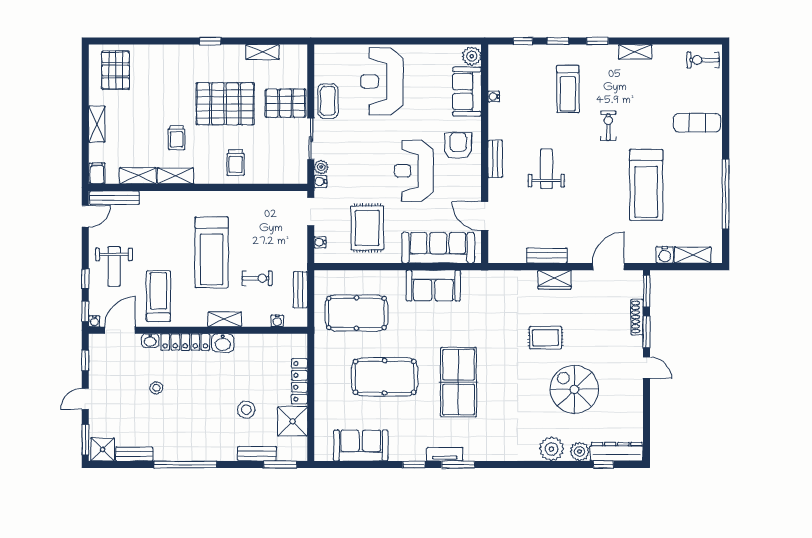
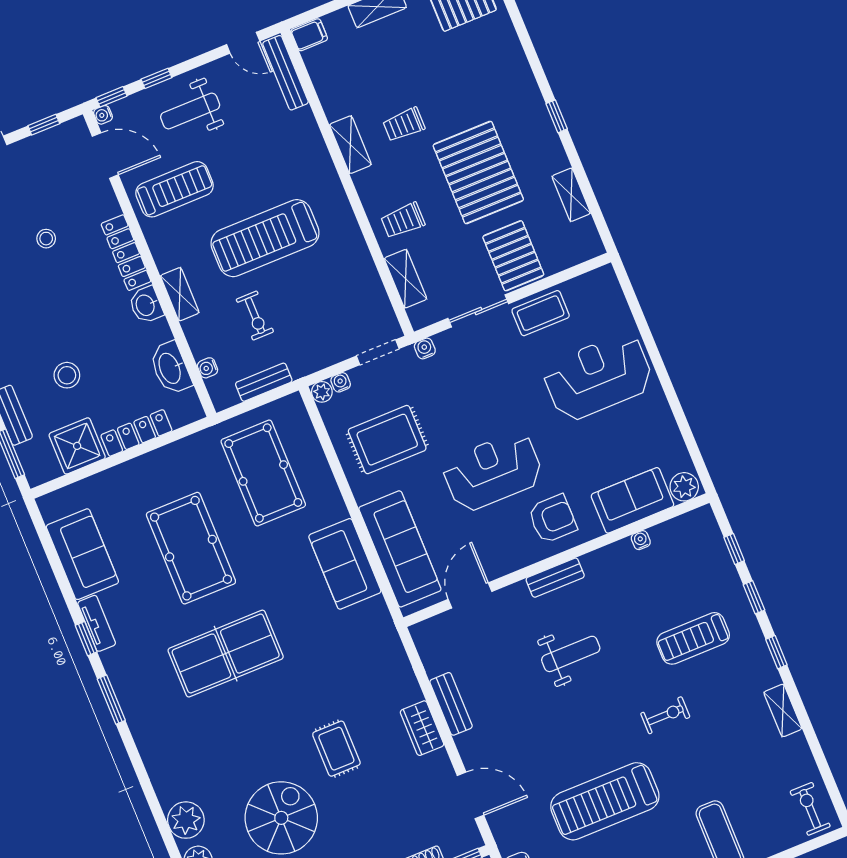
plant: (321, 167) -> (322, 392), moved
shelving: (138, 176) -> (406, 279), moved
washbasin: (150, 341) -> (170, 368), moved, width x1.91, depth x1.45
tv unit: (445, 454) -> (97, 623), moved

